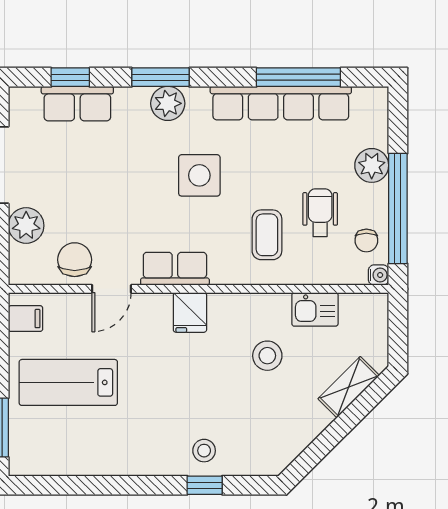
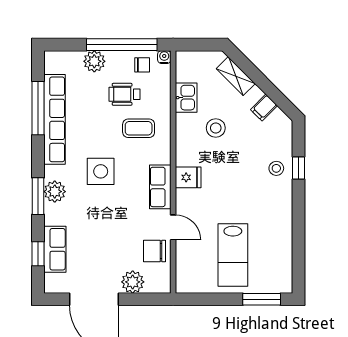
filing cabinet: (25, 319) -> (264, 108), moved, turned -135

